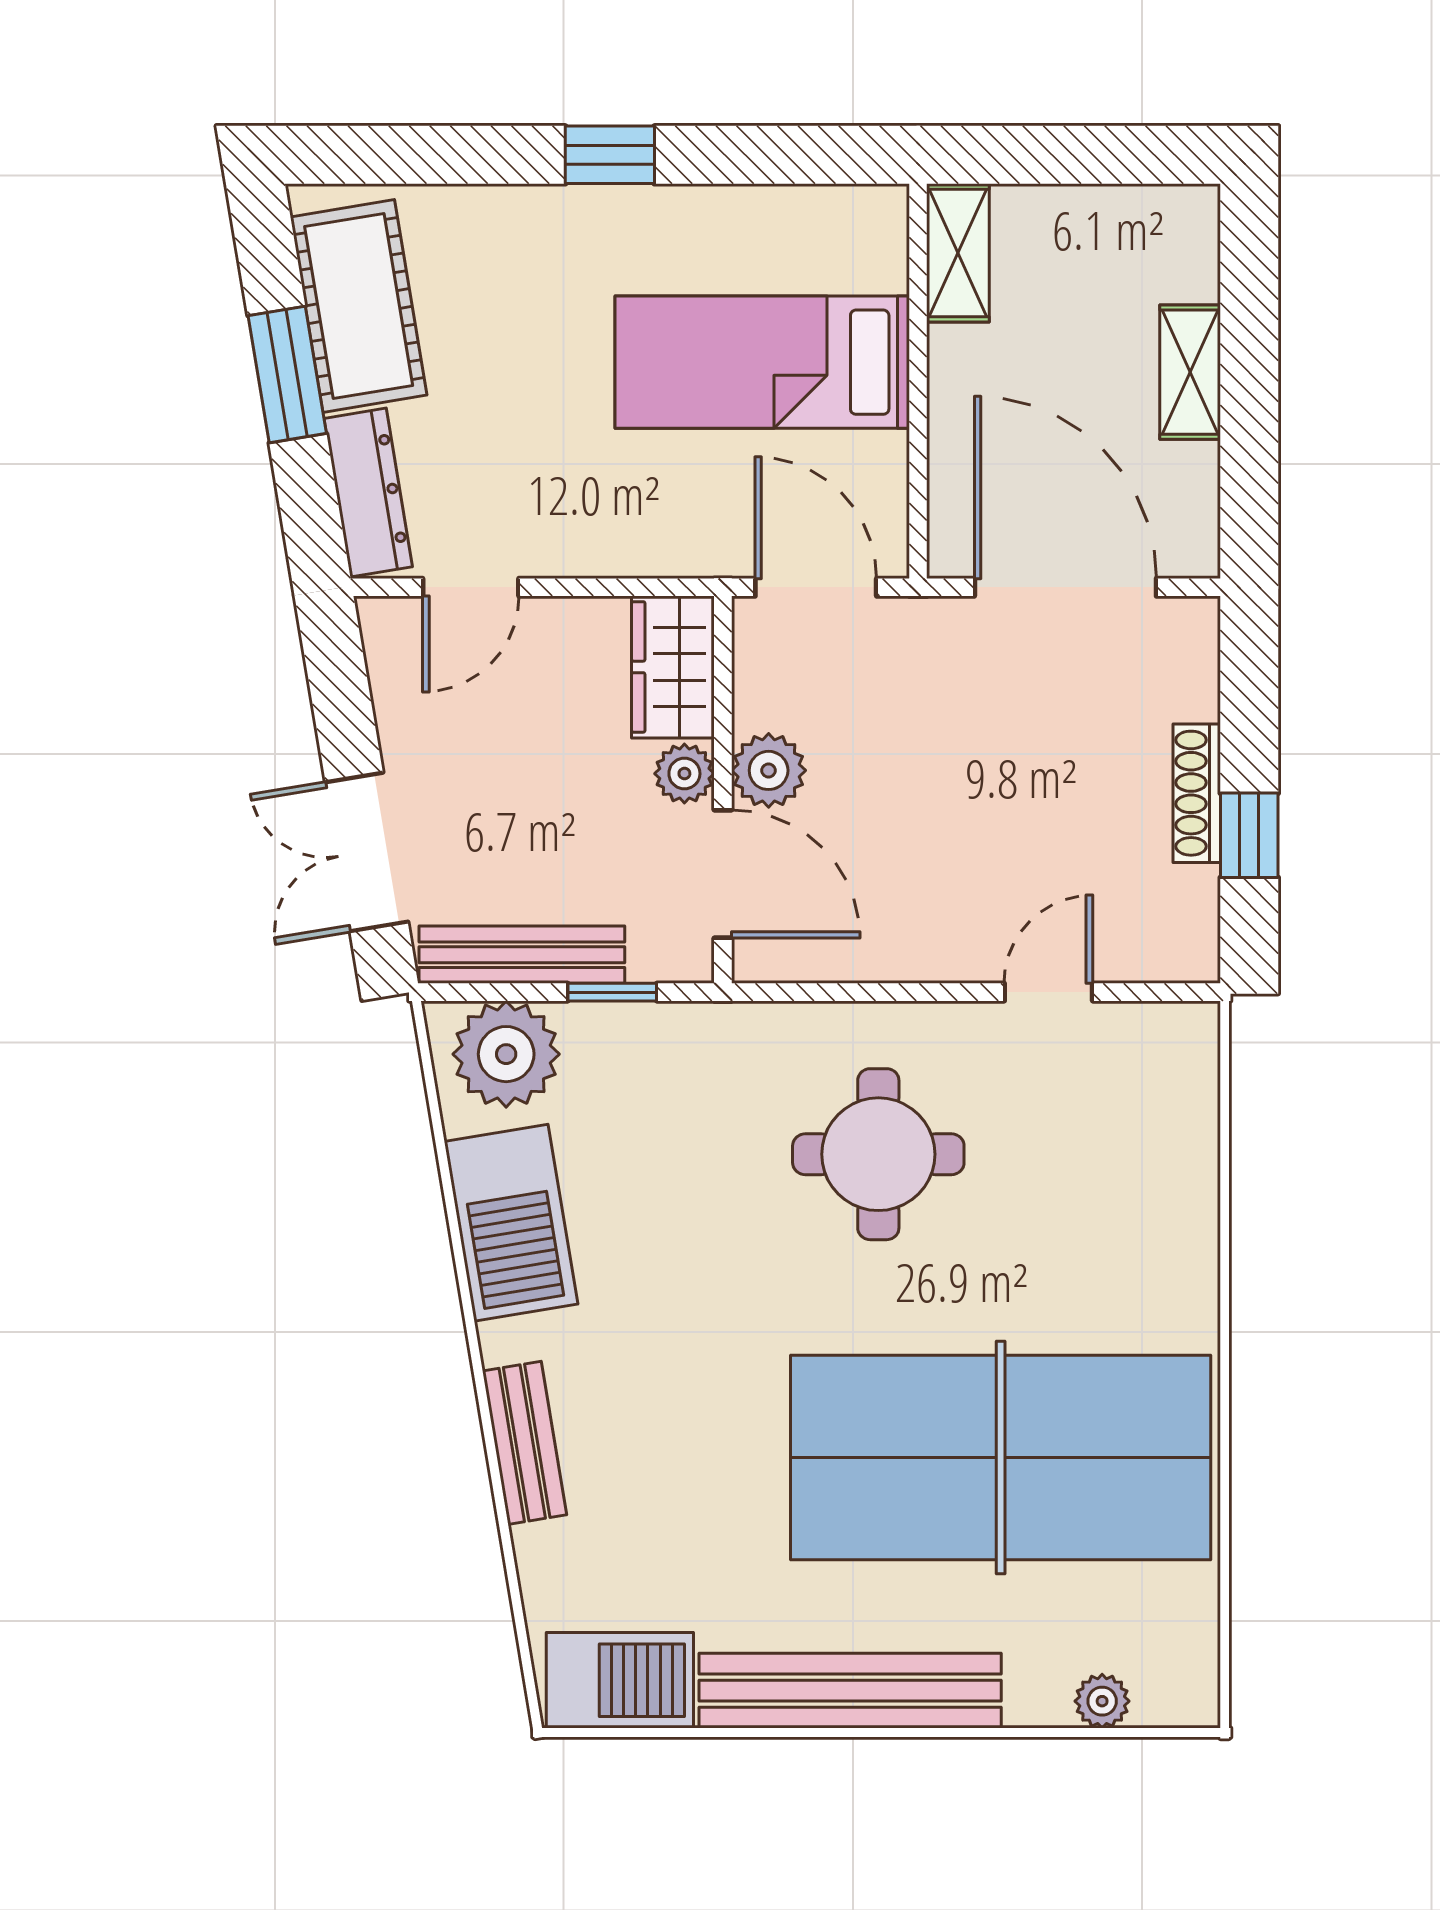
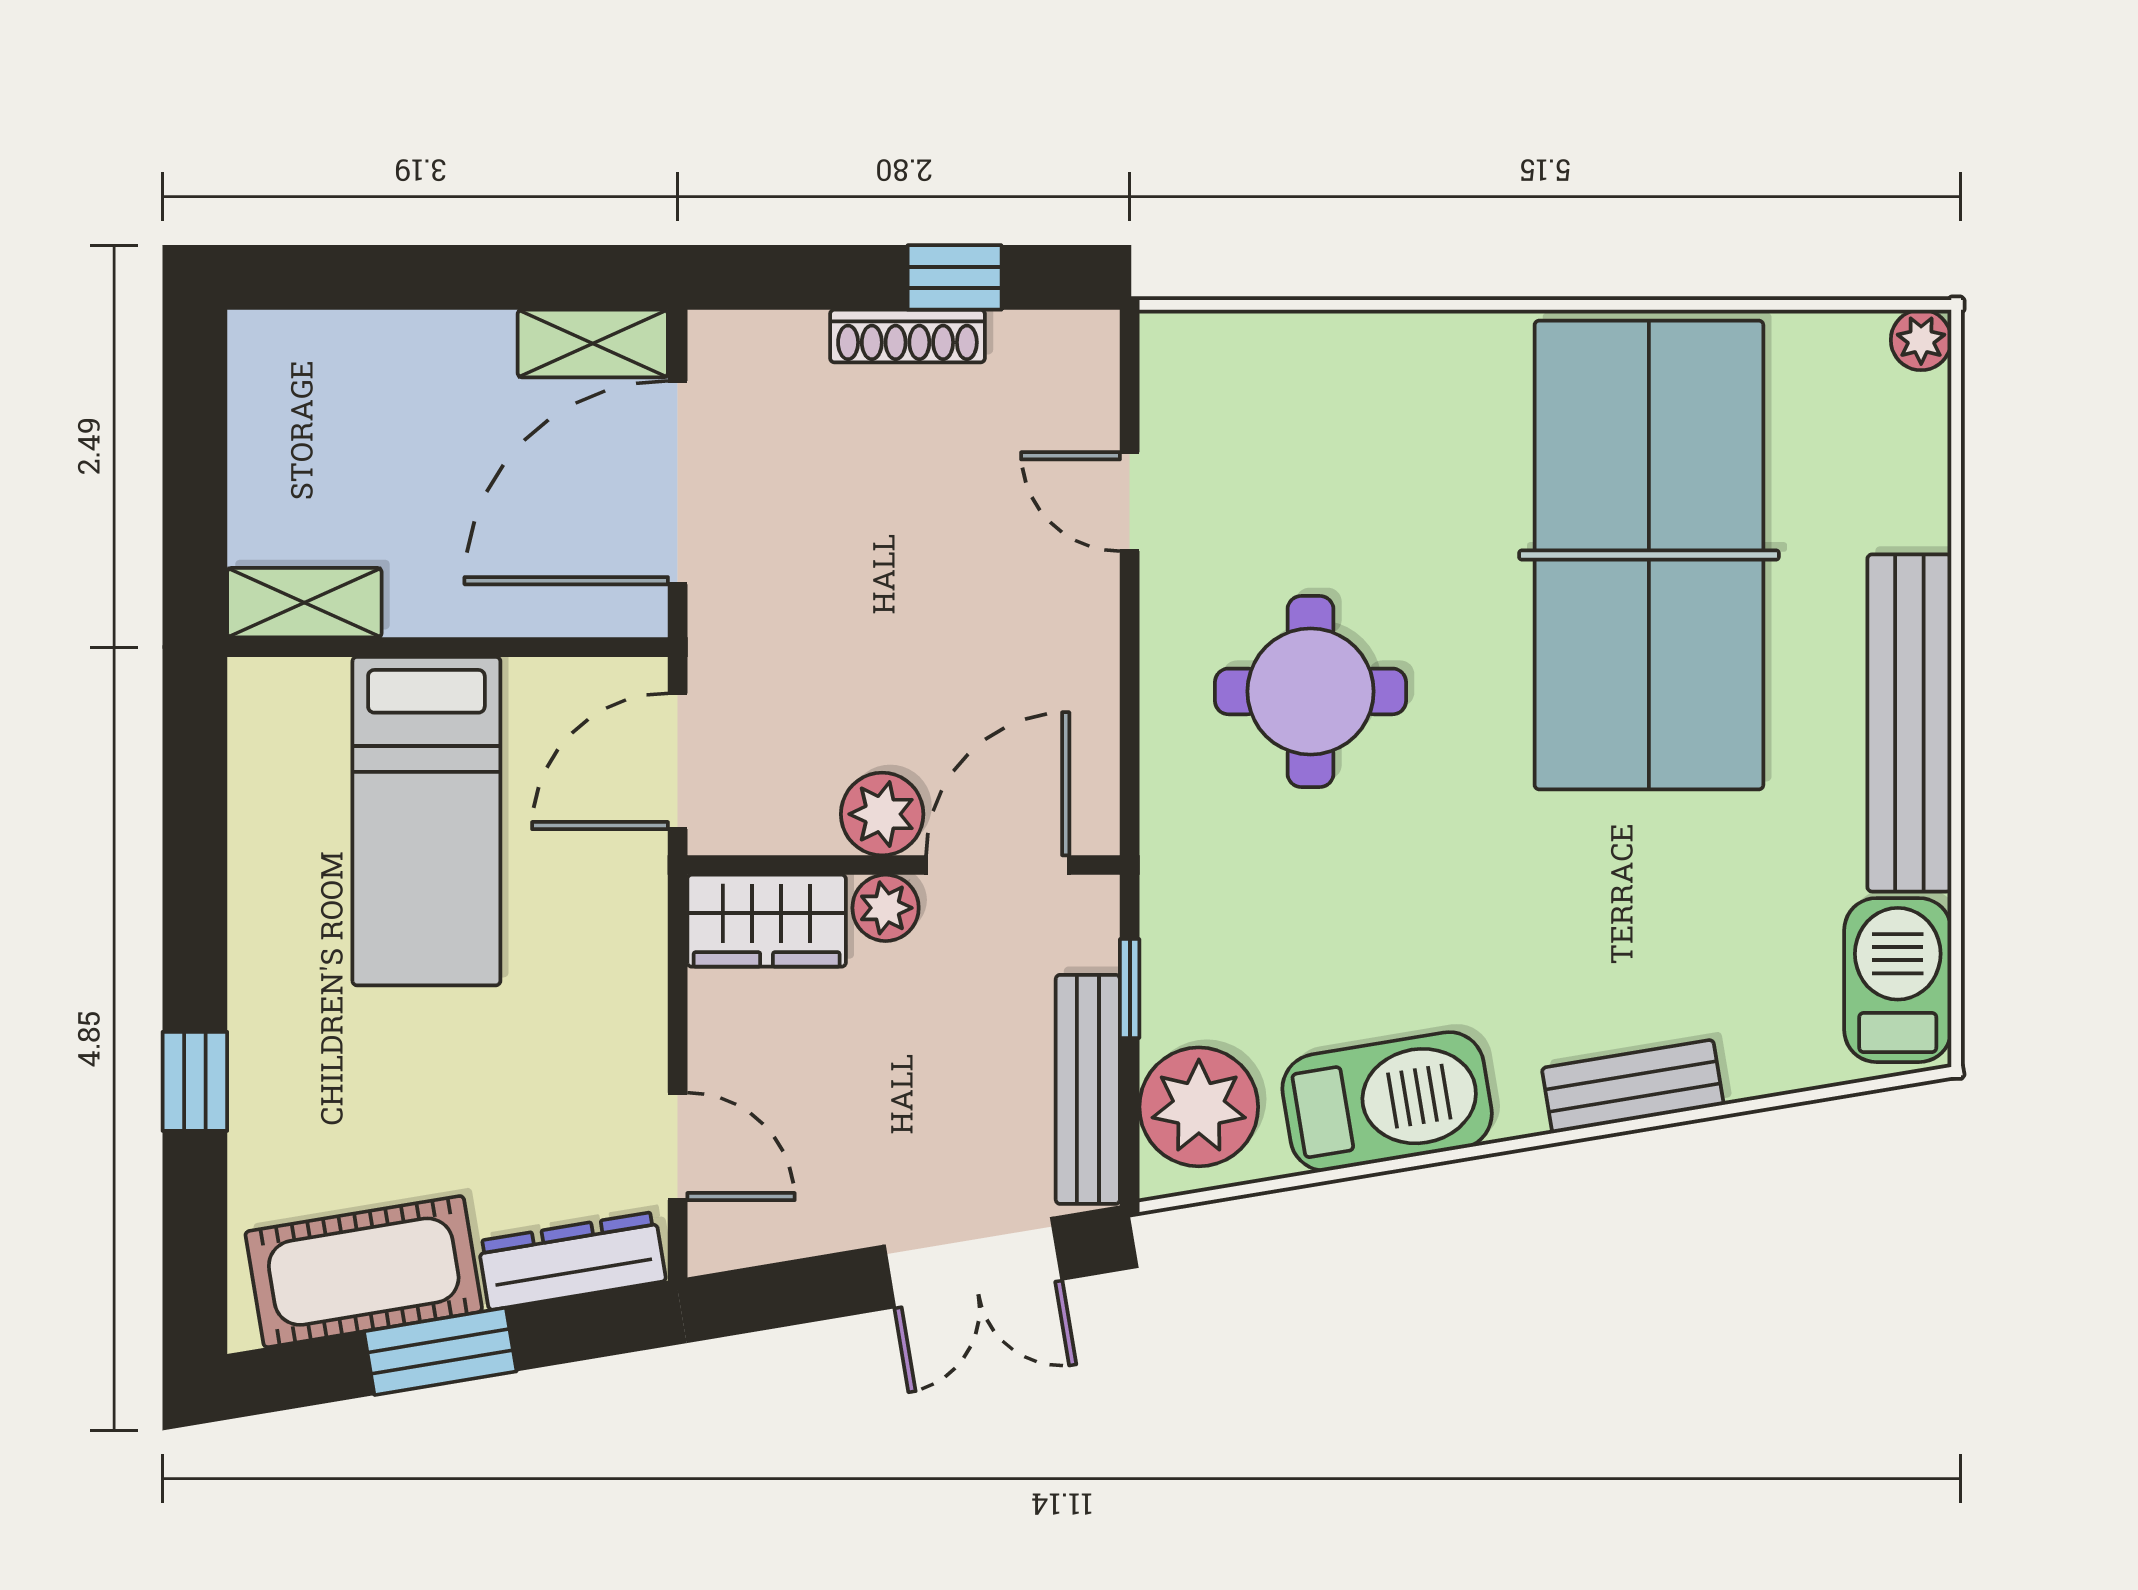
window: (610, 155) -> (195, 1081), moved
shelving: (1190, 372) -> (593, 344), moved
plant: (1102, 1701) -> (1921, 340), moved

